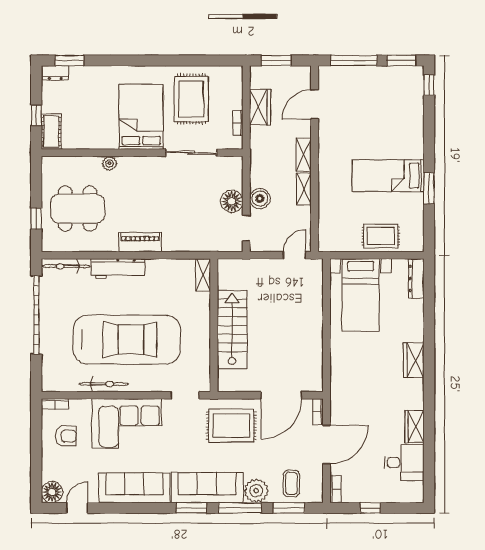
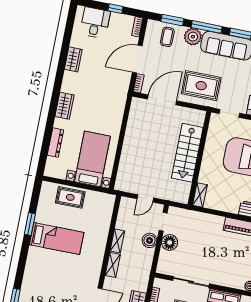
door: (294, 255) -> (145, 198), moved
dresser: (416, 278) -> (55, 143), moved
desk: (404, 462) -> (95, 23), moved, turned 90

